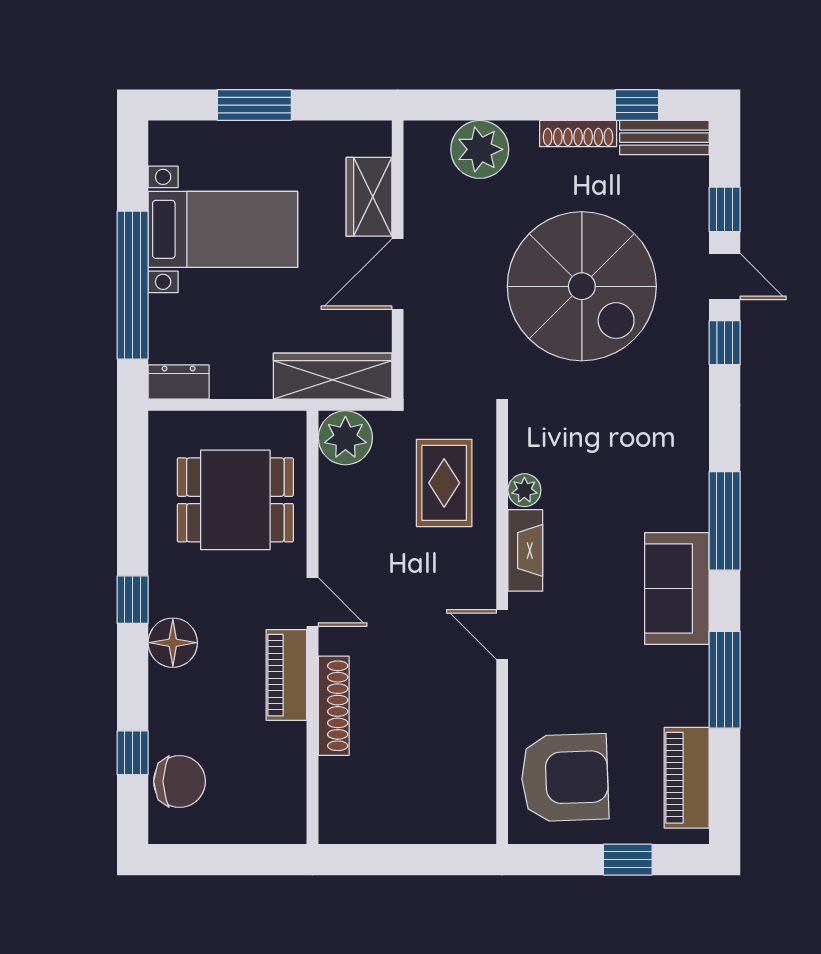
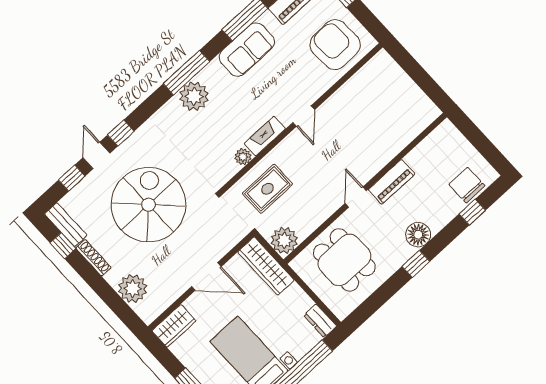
wardrobe: (369, 197) -> (174, 326), moved
plant: (680, 500) -> (194, 96), added
sofa: (677, 589) -> (247, 50), moved
shoe rack: (334, 706) -> (387, 154), removed

